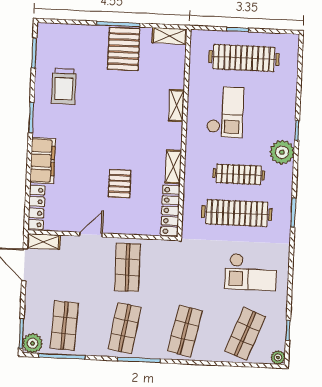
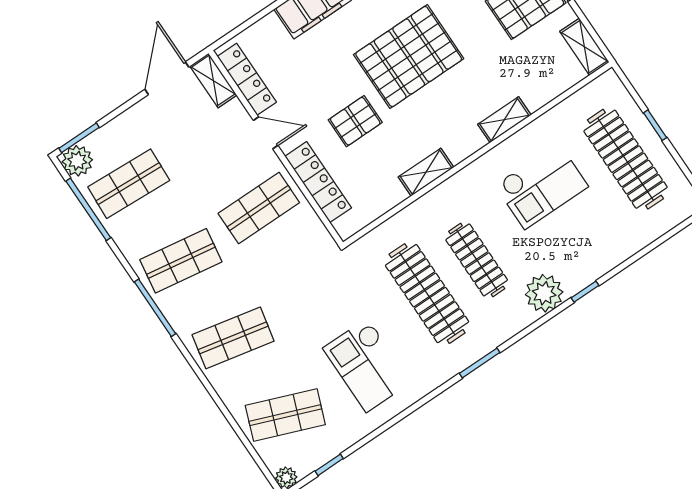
pallet: (107, 131) -> (409, 57), added
locker: (36, 207) -> (247, 79), moved, turned -90
locker: (170, 211) -> (318, 182), moved, turned 90

